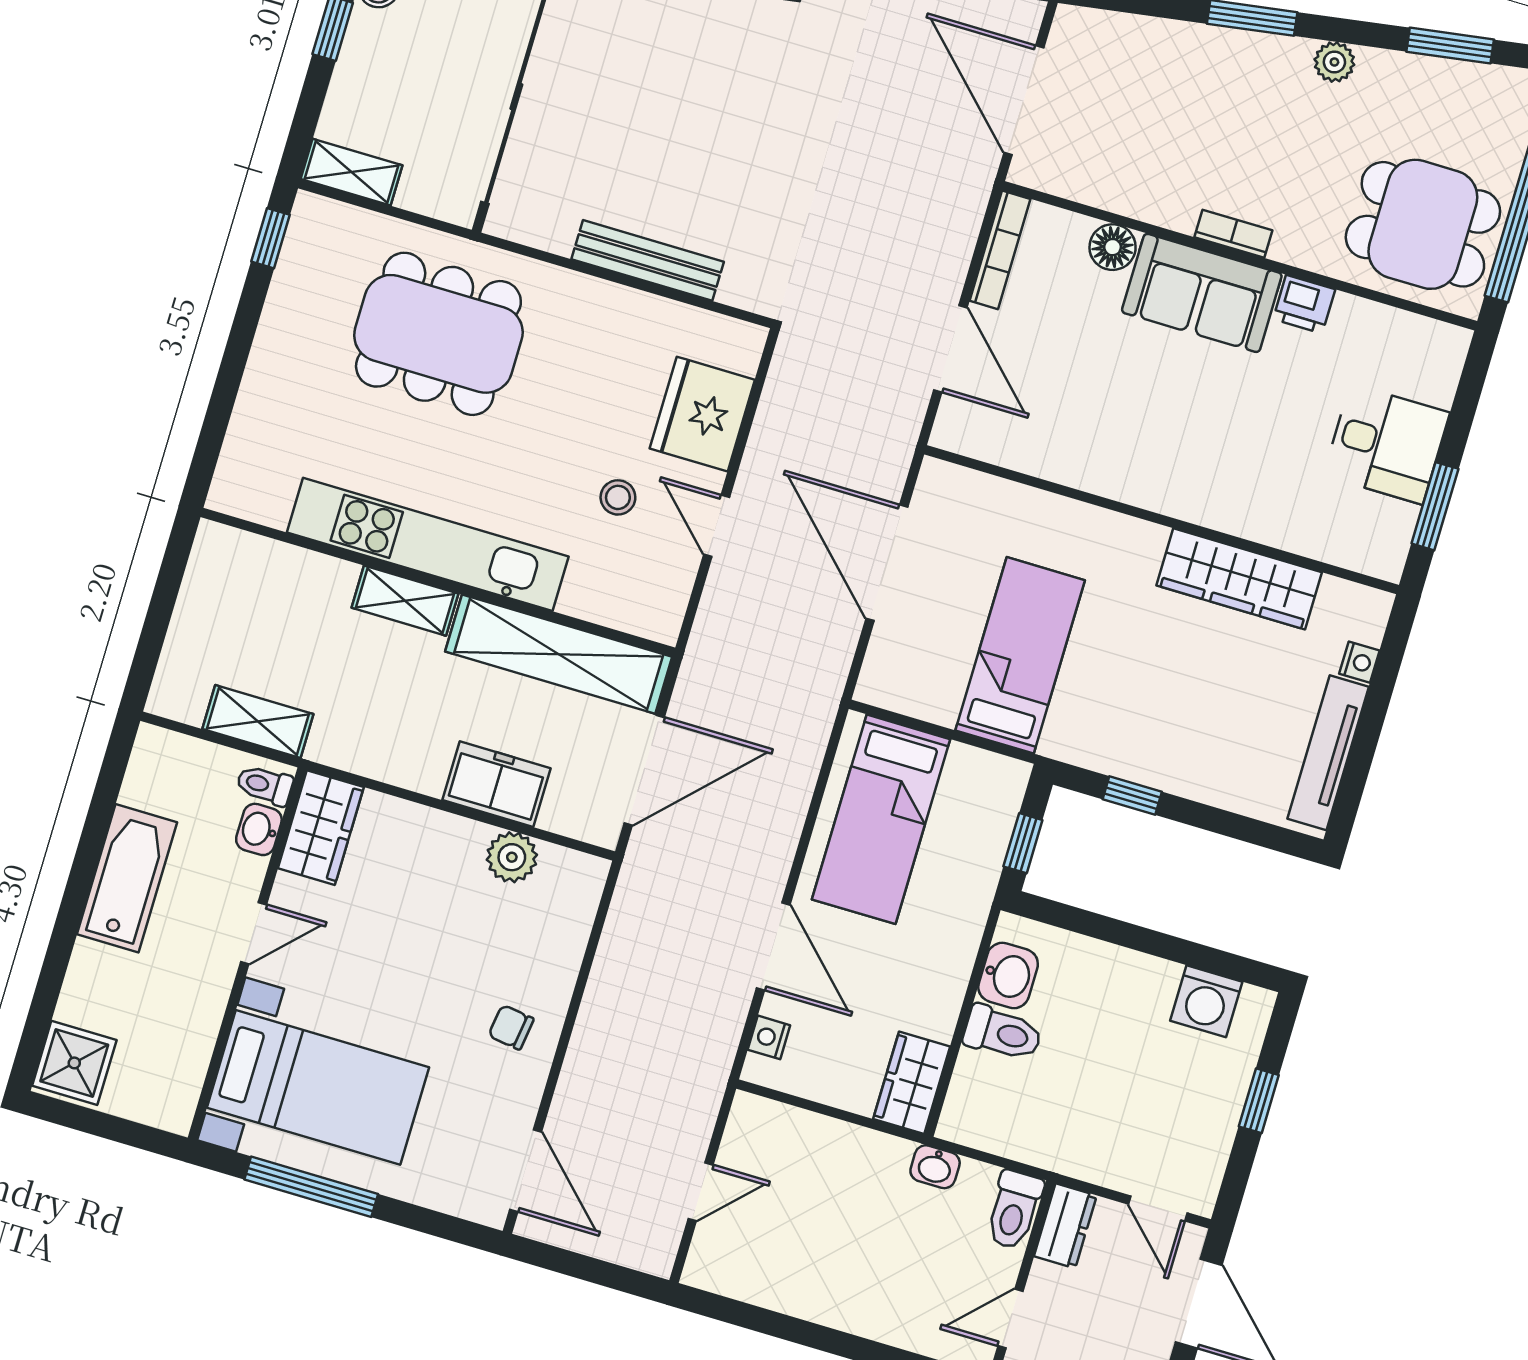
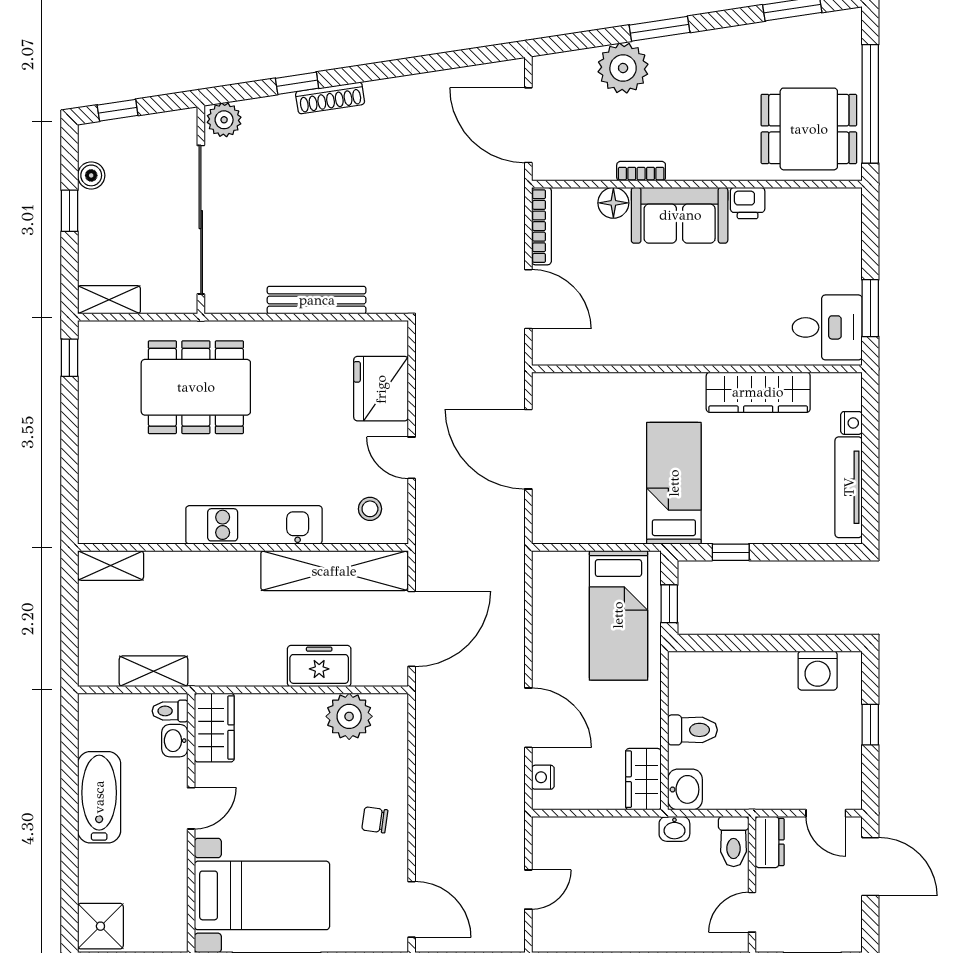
plant: (1334, 62) -> (623, 68), moved, width x1.88, depth x1.88
bookcase: (1233, 234) -> (641, 171), moved
desk: (1386, 444) -> (827, 327), moved
stool: (618, 497) -> (370, 509), moved
kitchen unit: (428, 544) -> (254, 525), width x0.73
shelving: (405, 601) -> (111, 565), moved
bed: (1020, 655) -> (674, 483), moved
bed: (881, 819) -> (618, 615), moved
plant: (512, 857) -> (349, 716), width x1.36, depth x1.36
washbasin: (1008, 976) -> (685, 789), moved

